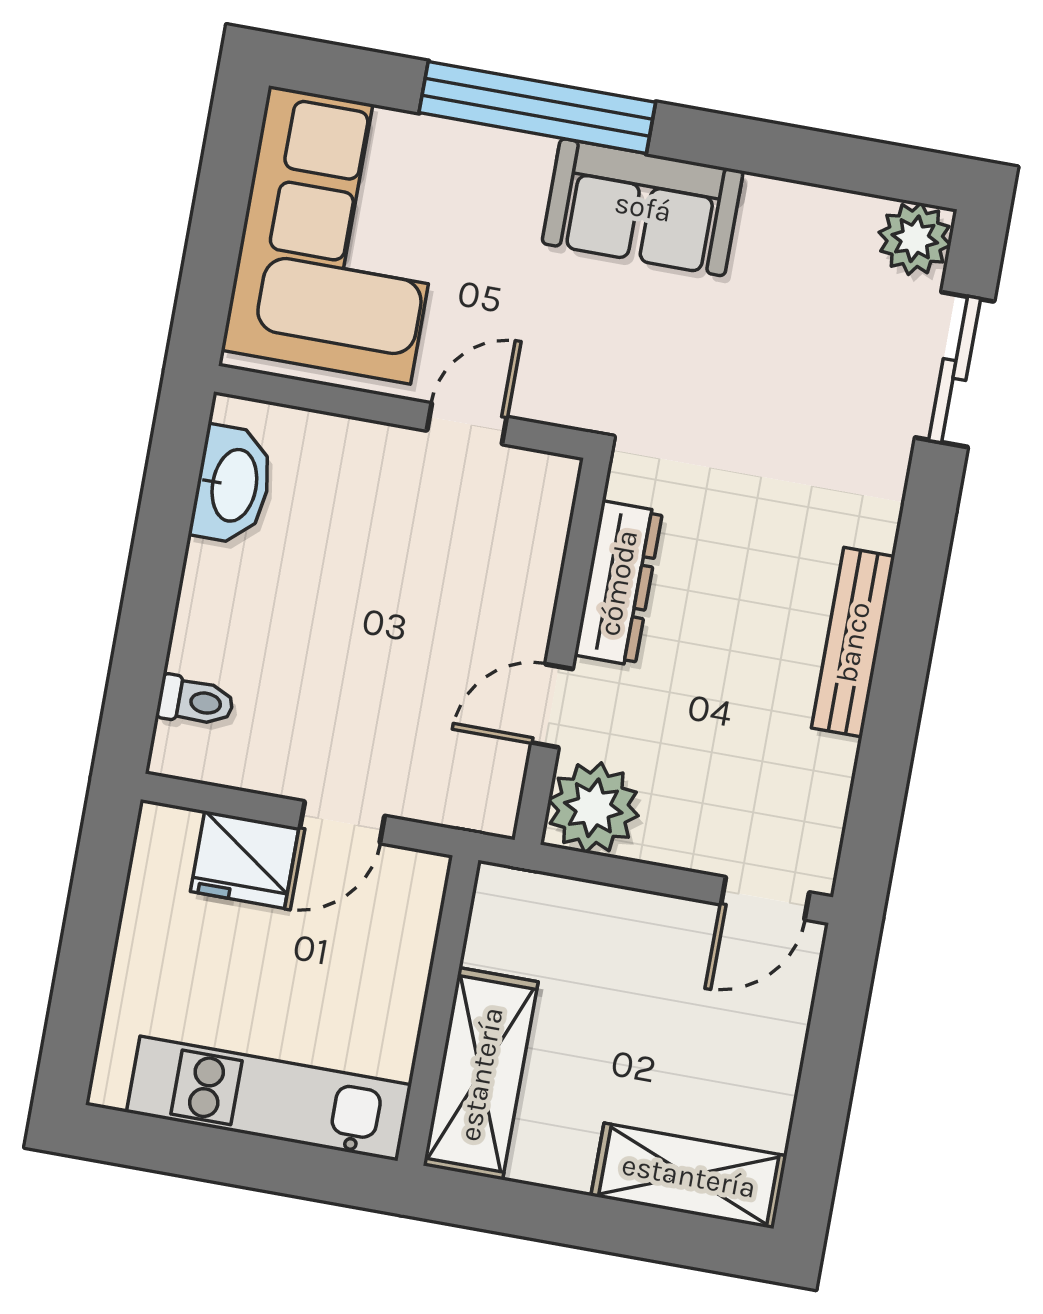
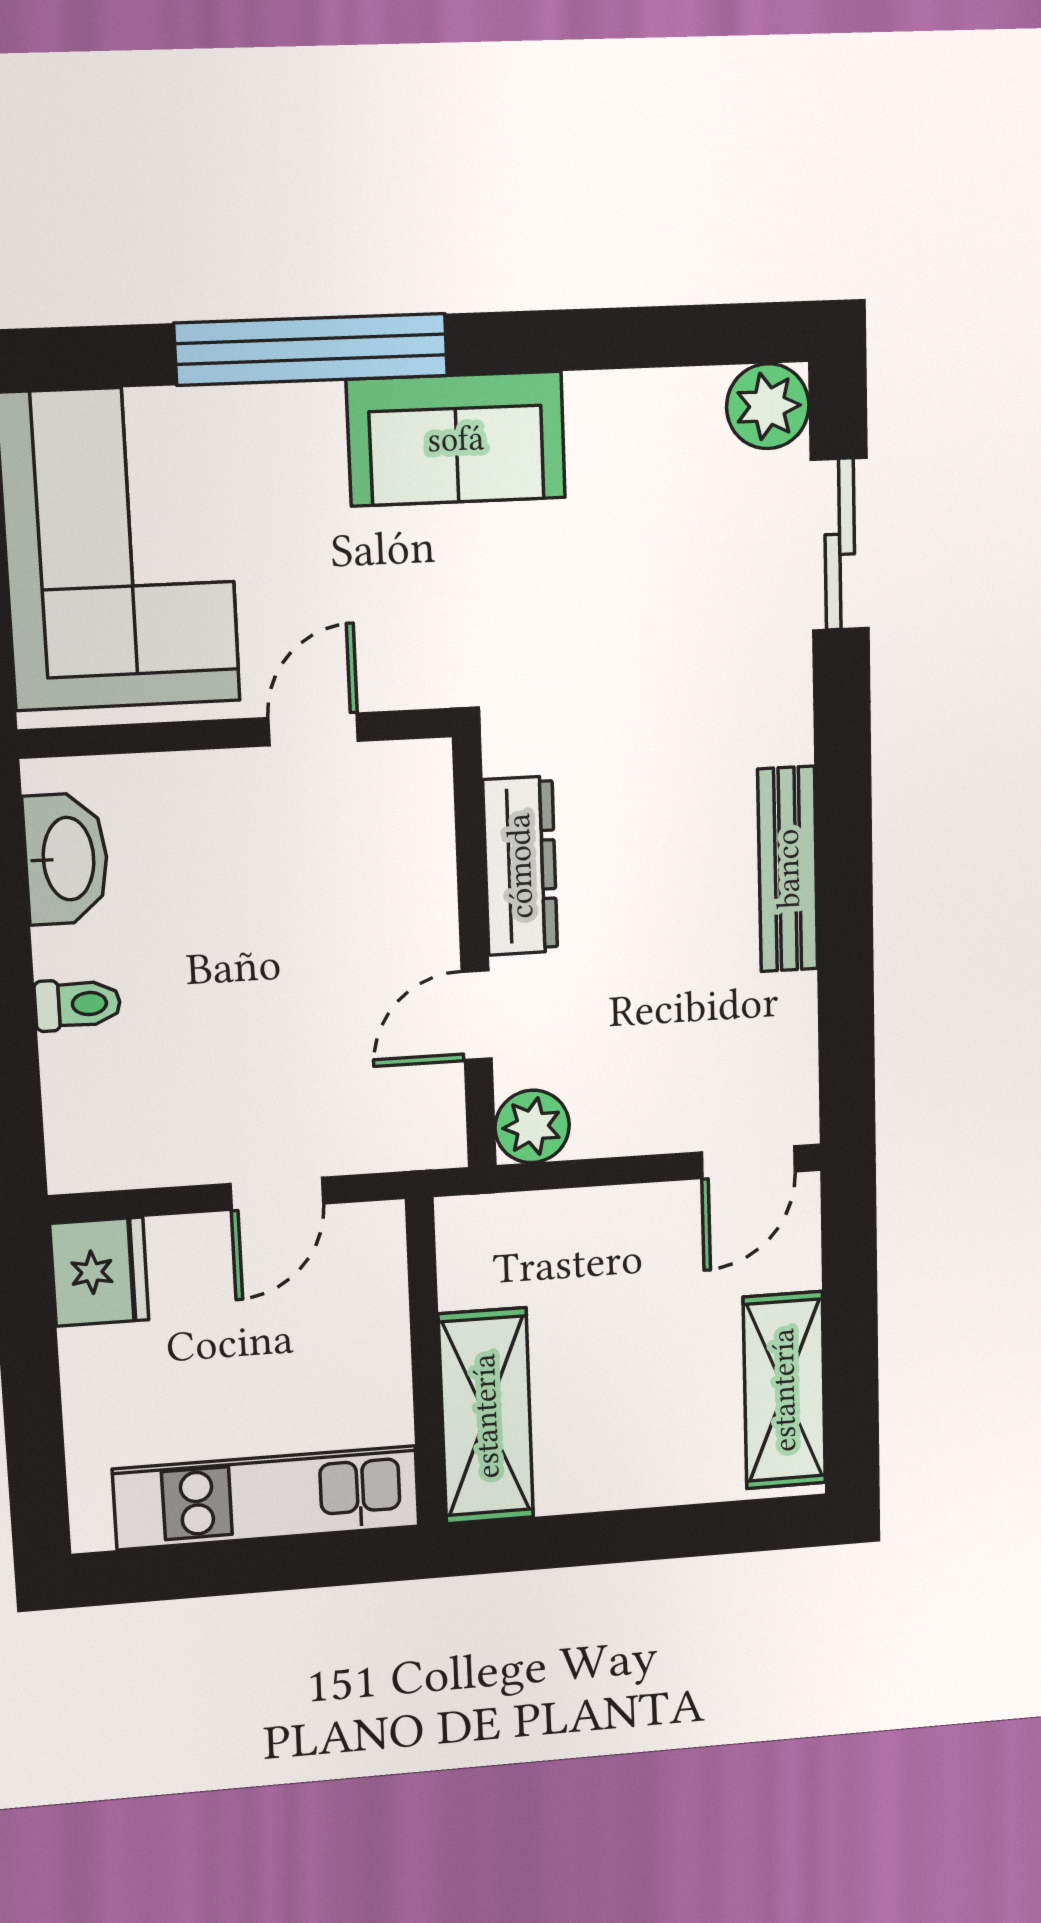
toilet: (195, 701) -> (78, 1004), moved
plant: (593, 808) -> (532, 1126), width x0.73, depth x0.73
fridge: (245, 860) -> (99, 1272), moved, turned -90
shelving: (689, 1176) -> (784, 1390), moved, turned 90

